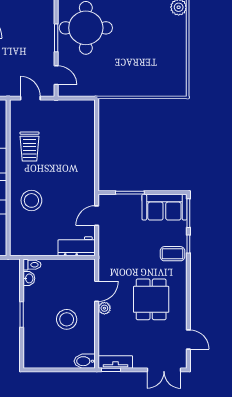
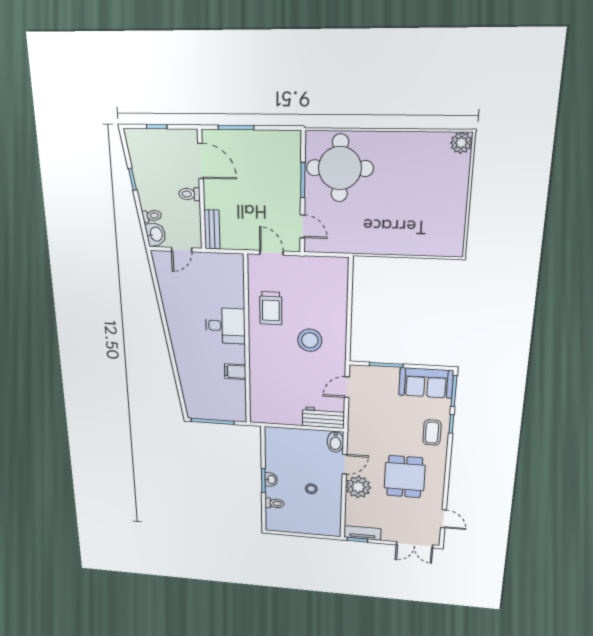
stool: (31, 200) -> (310, 340), moved
coffee table: (172, 254) -> (432, 433), turned 90
toilet: (32, 265) -> (274, 503), moved
washbasin: (29, 278) -> (271, 480), moved
plant: (104, 308) -> (358, 487), width x1.87, depth x1.87
stool: (67, 319) -> (311, 489), width x0.53, depth x0.53
bidet: (85, 361) -> (335, 442), moved, turned -90

